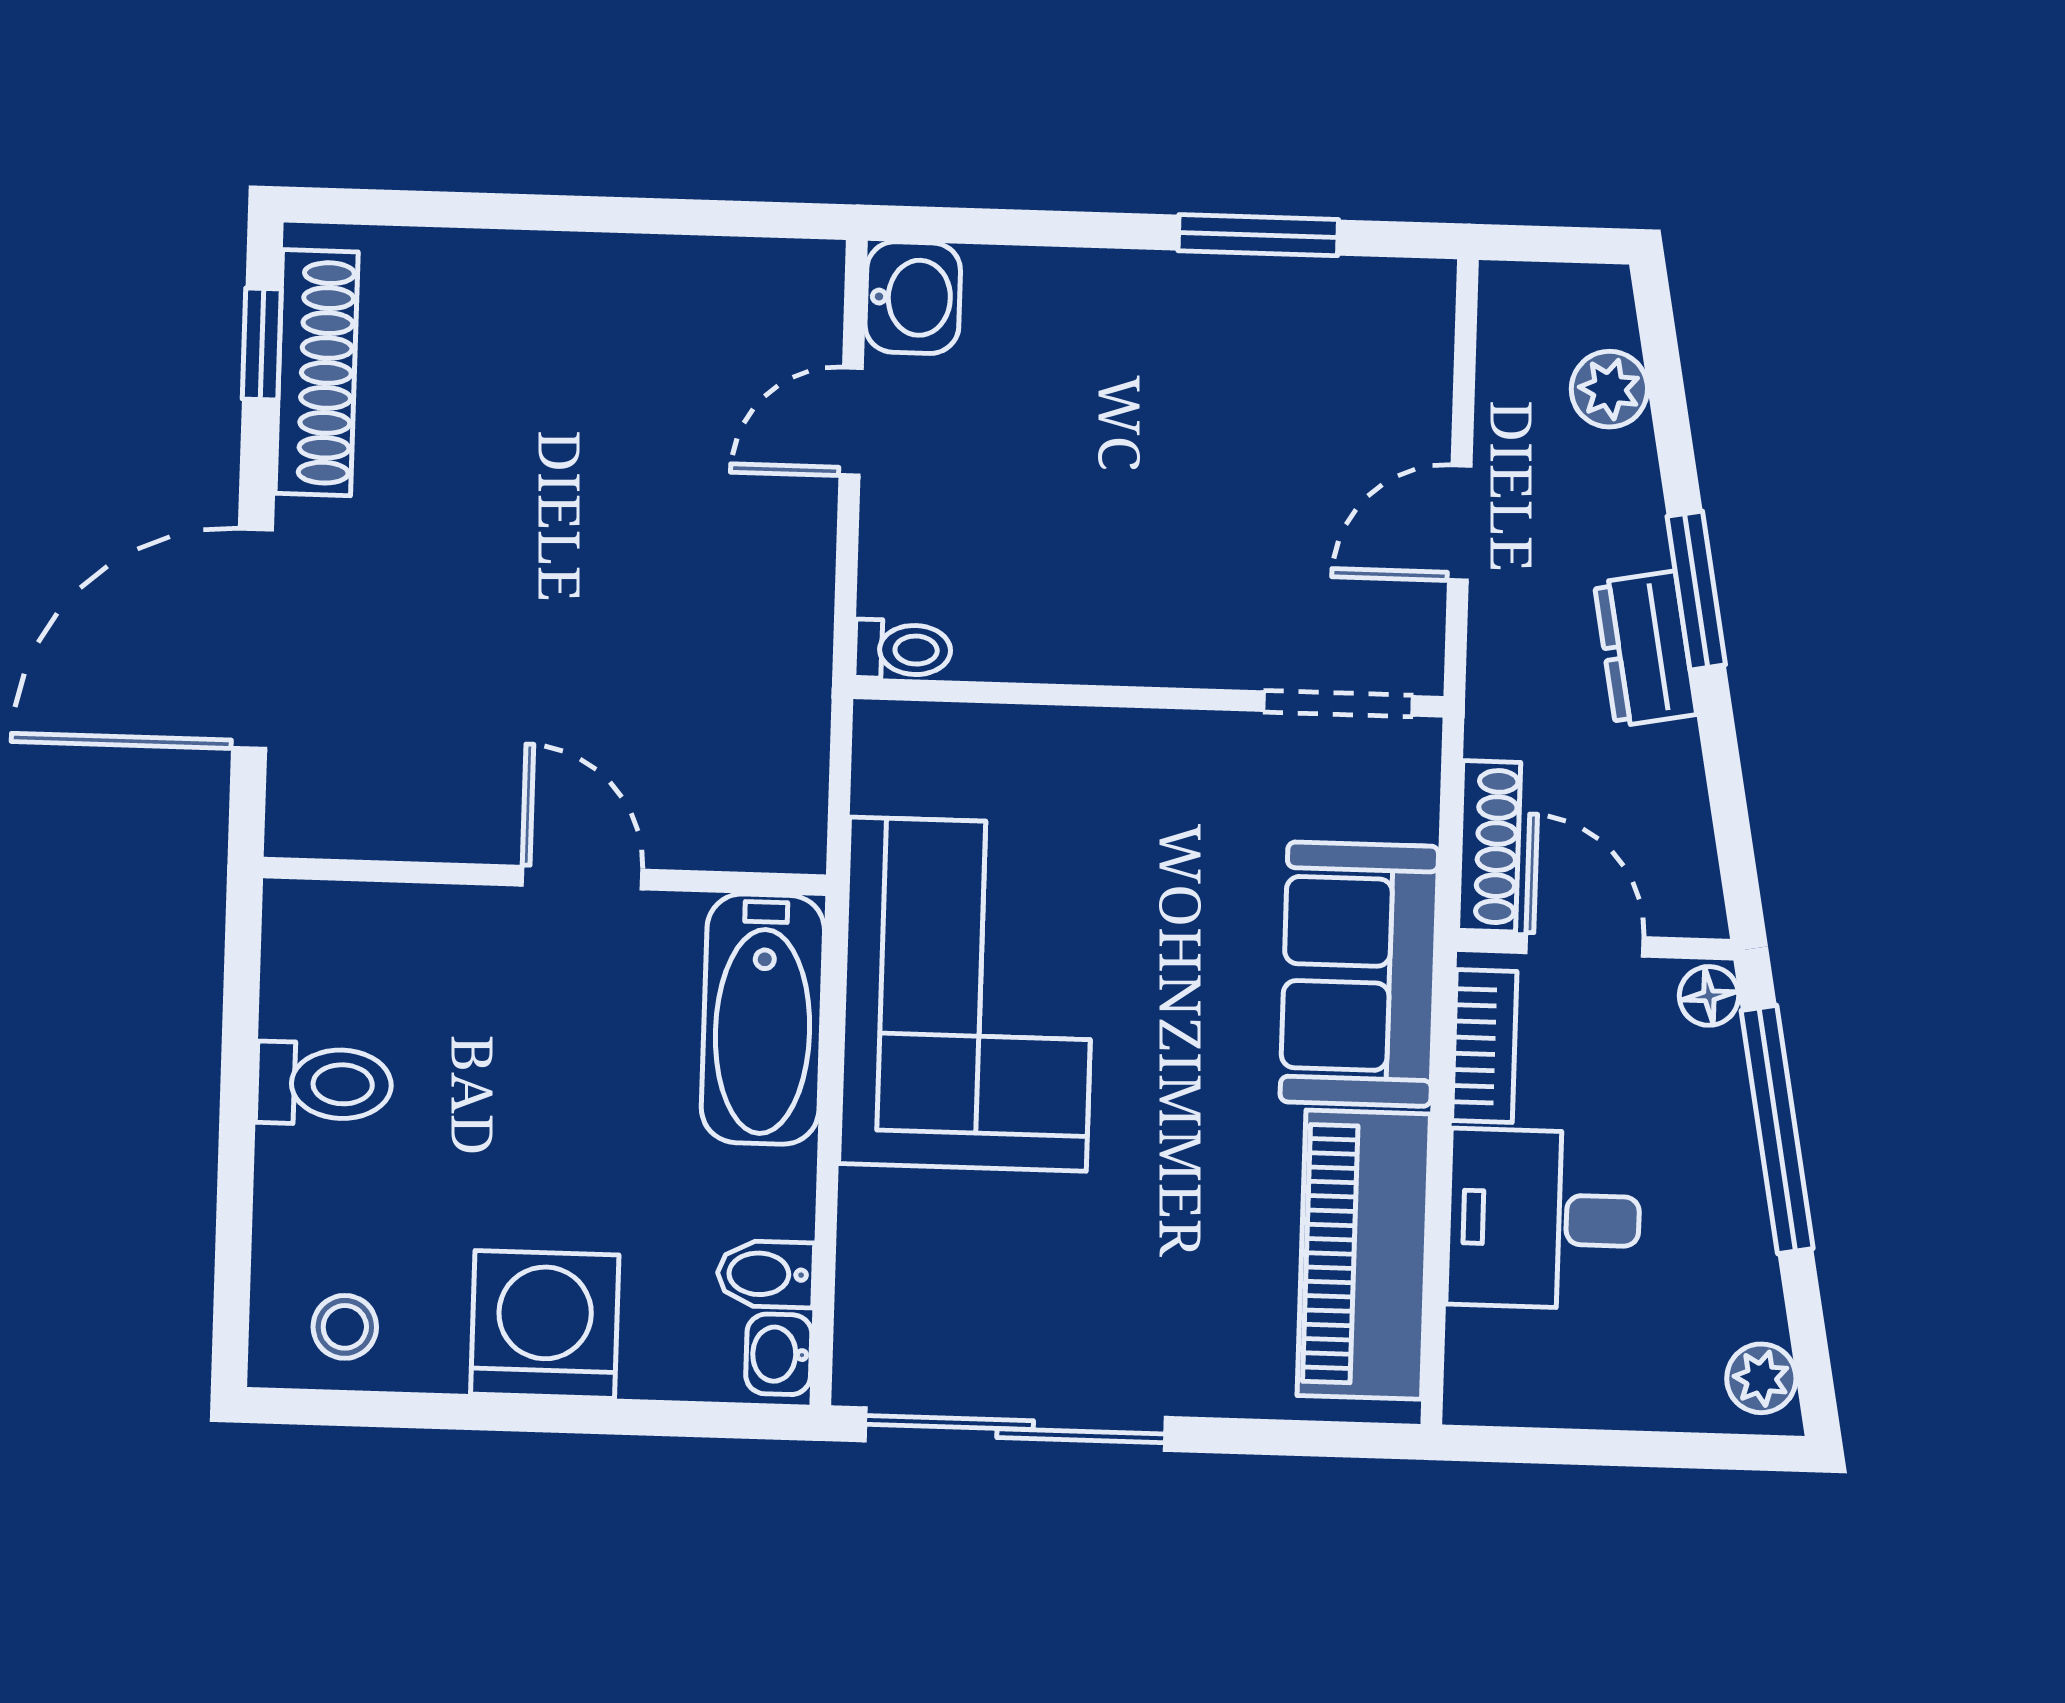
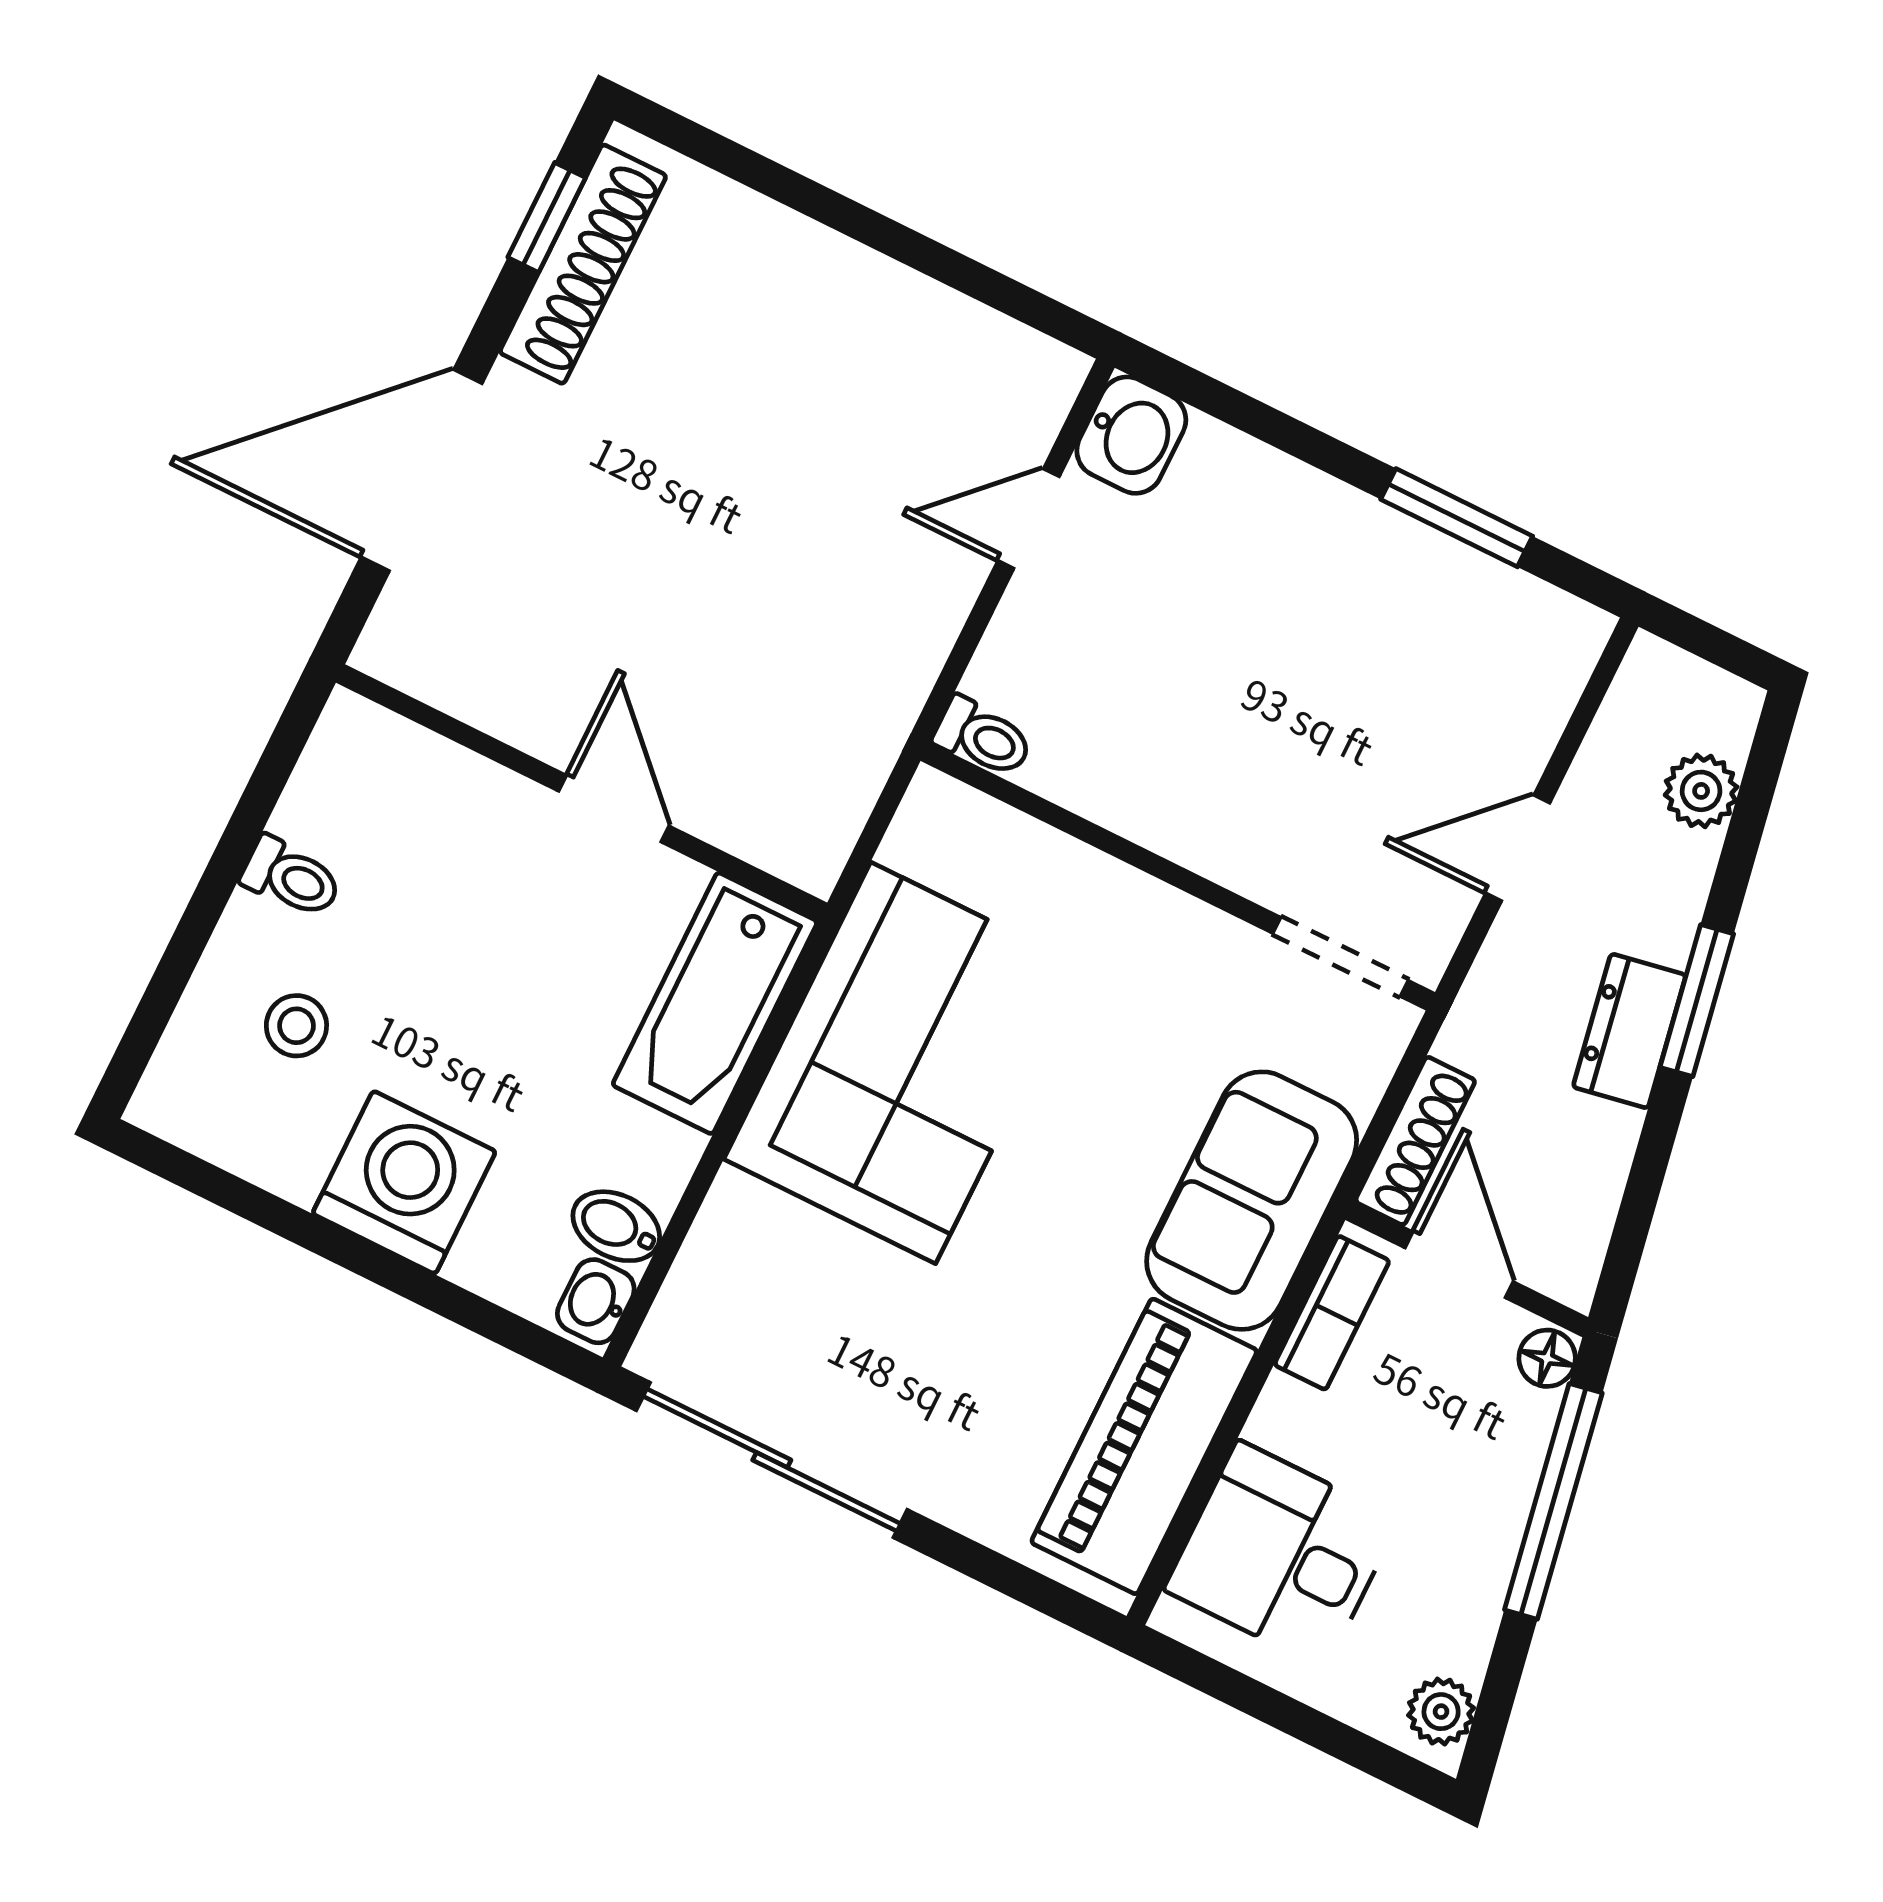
toilet: (324, 1084) -> (291, 878), width x0.73, depth x0.72
desk: (1544, 1219) -> (1281, 1555), moved
stool: (345, 1327) -> (296, 1026), moved

